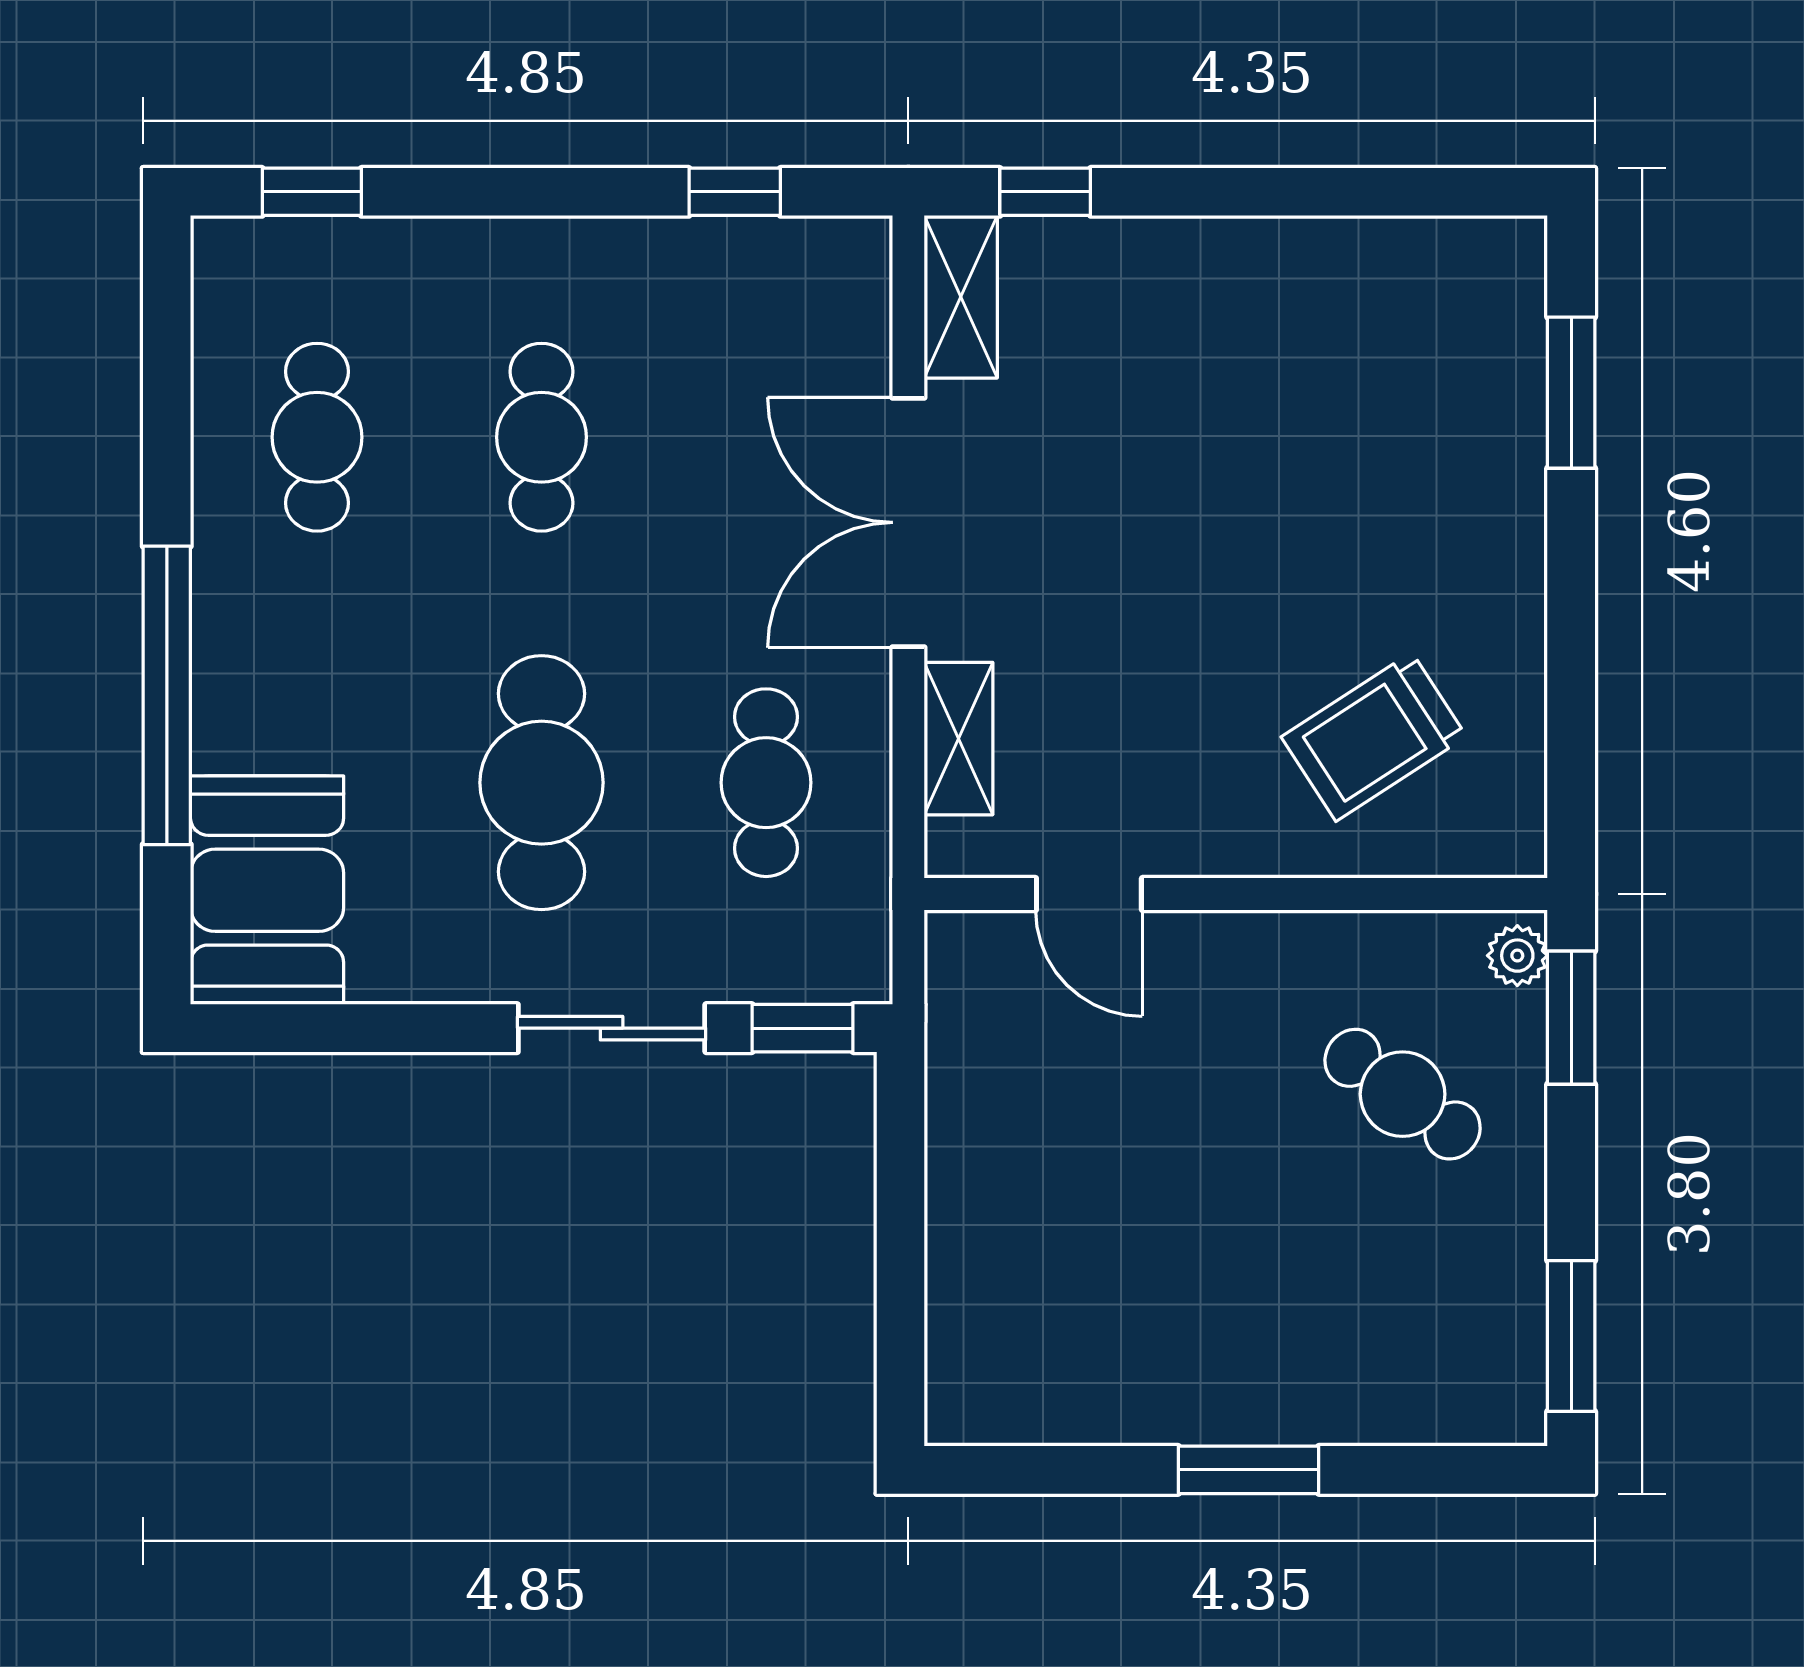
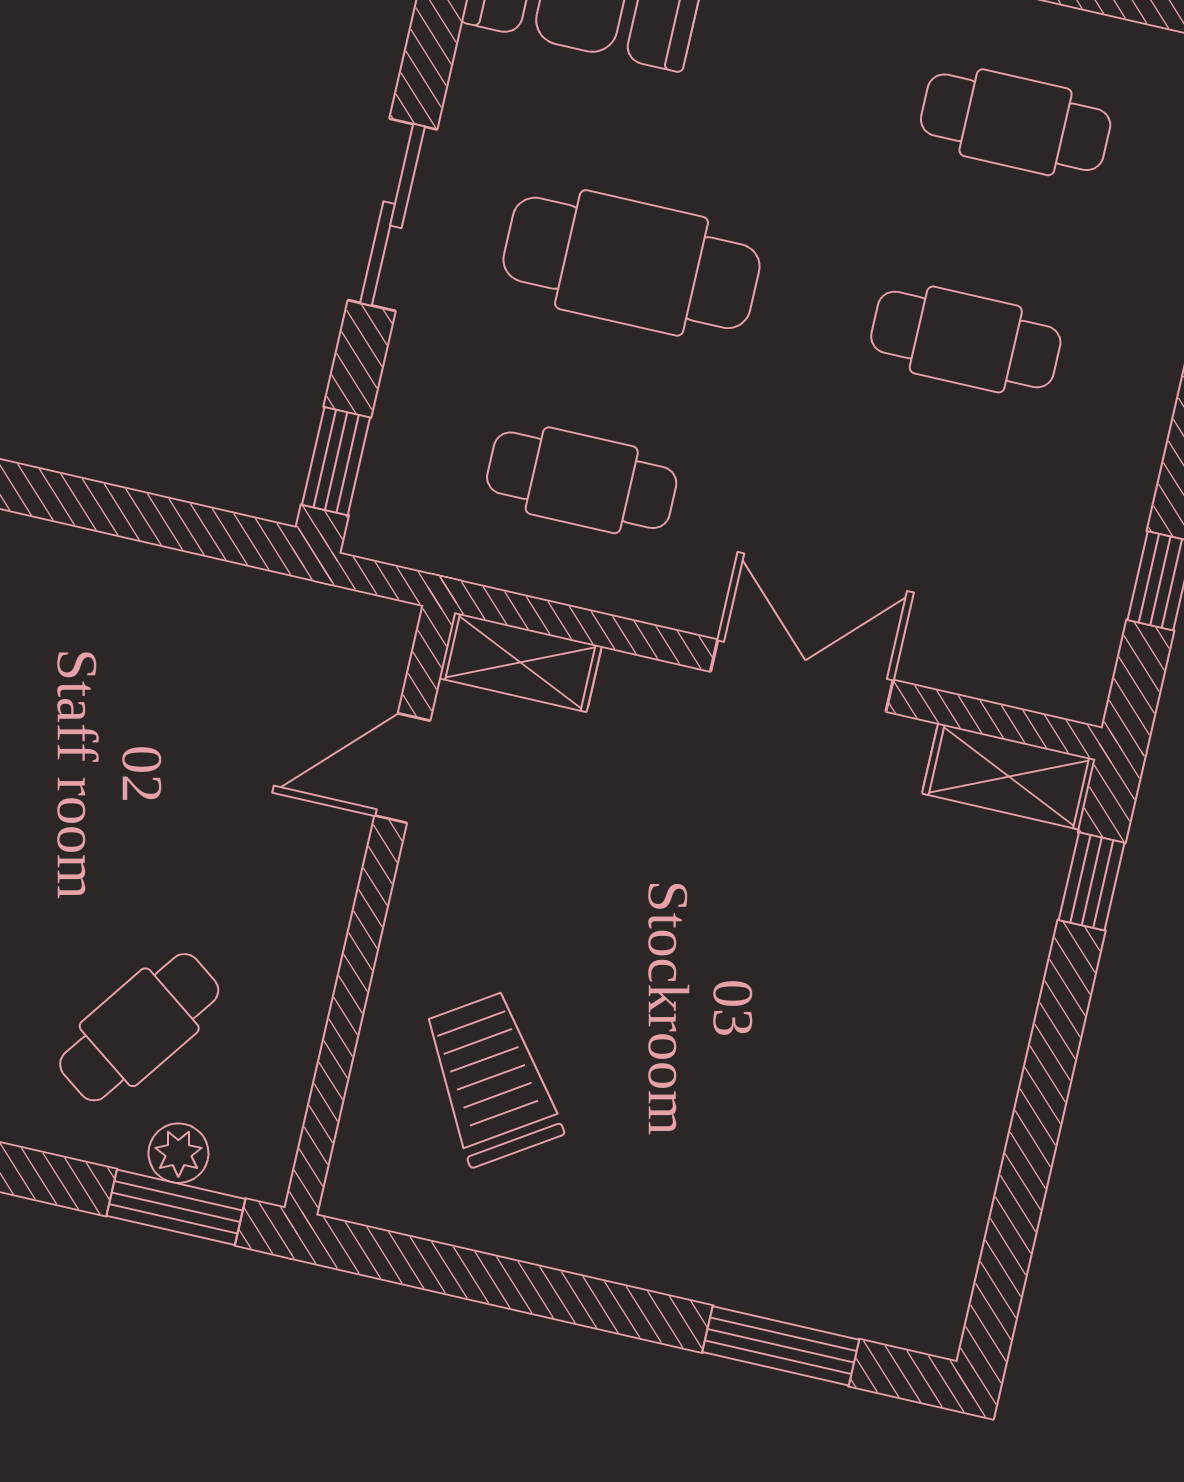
double door: (908, 522) -> (802, 676), width x0.73
shelving: (958, 739) -> (520, 662), moved
plant: (1517, 956) -> (178, 1153), moved
sliding door: (612, 1028) -> (393, 215), moved

